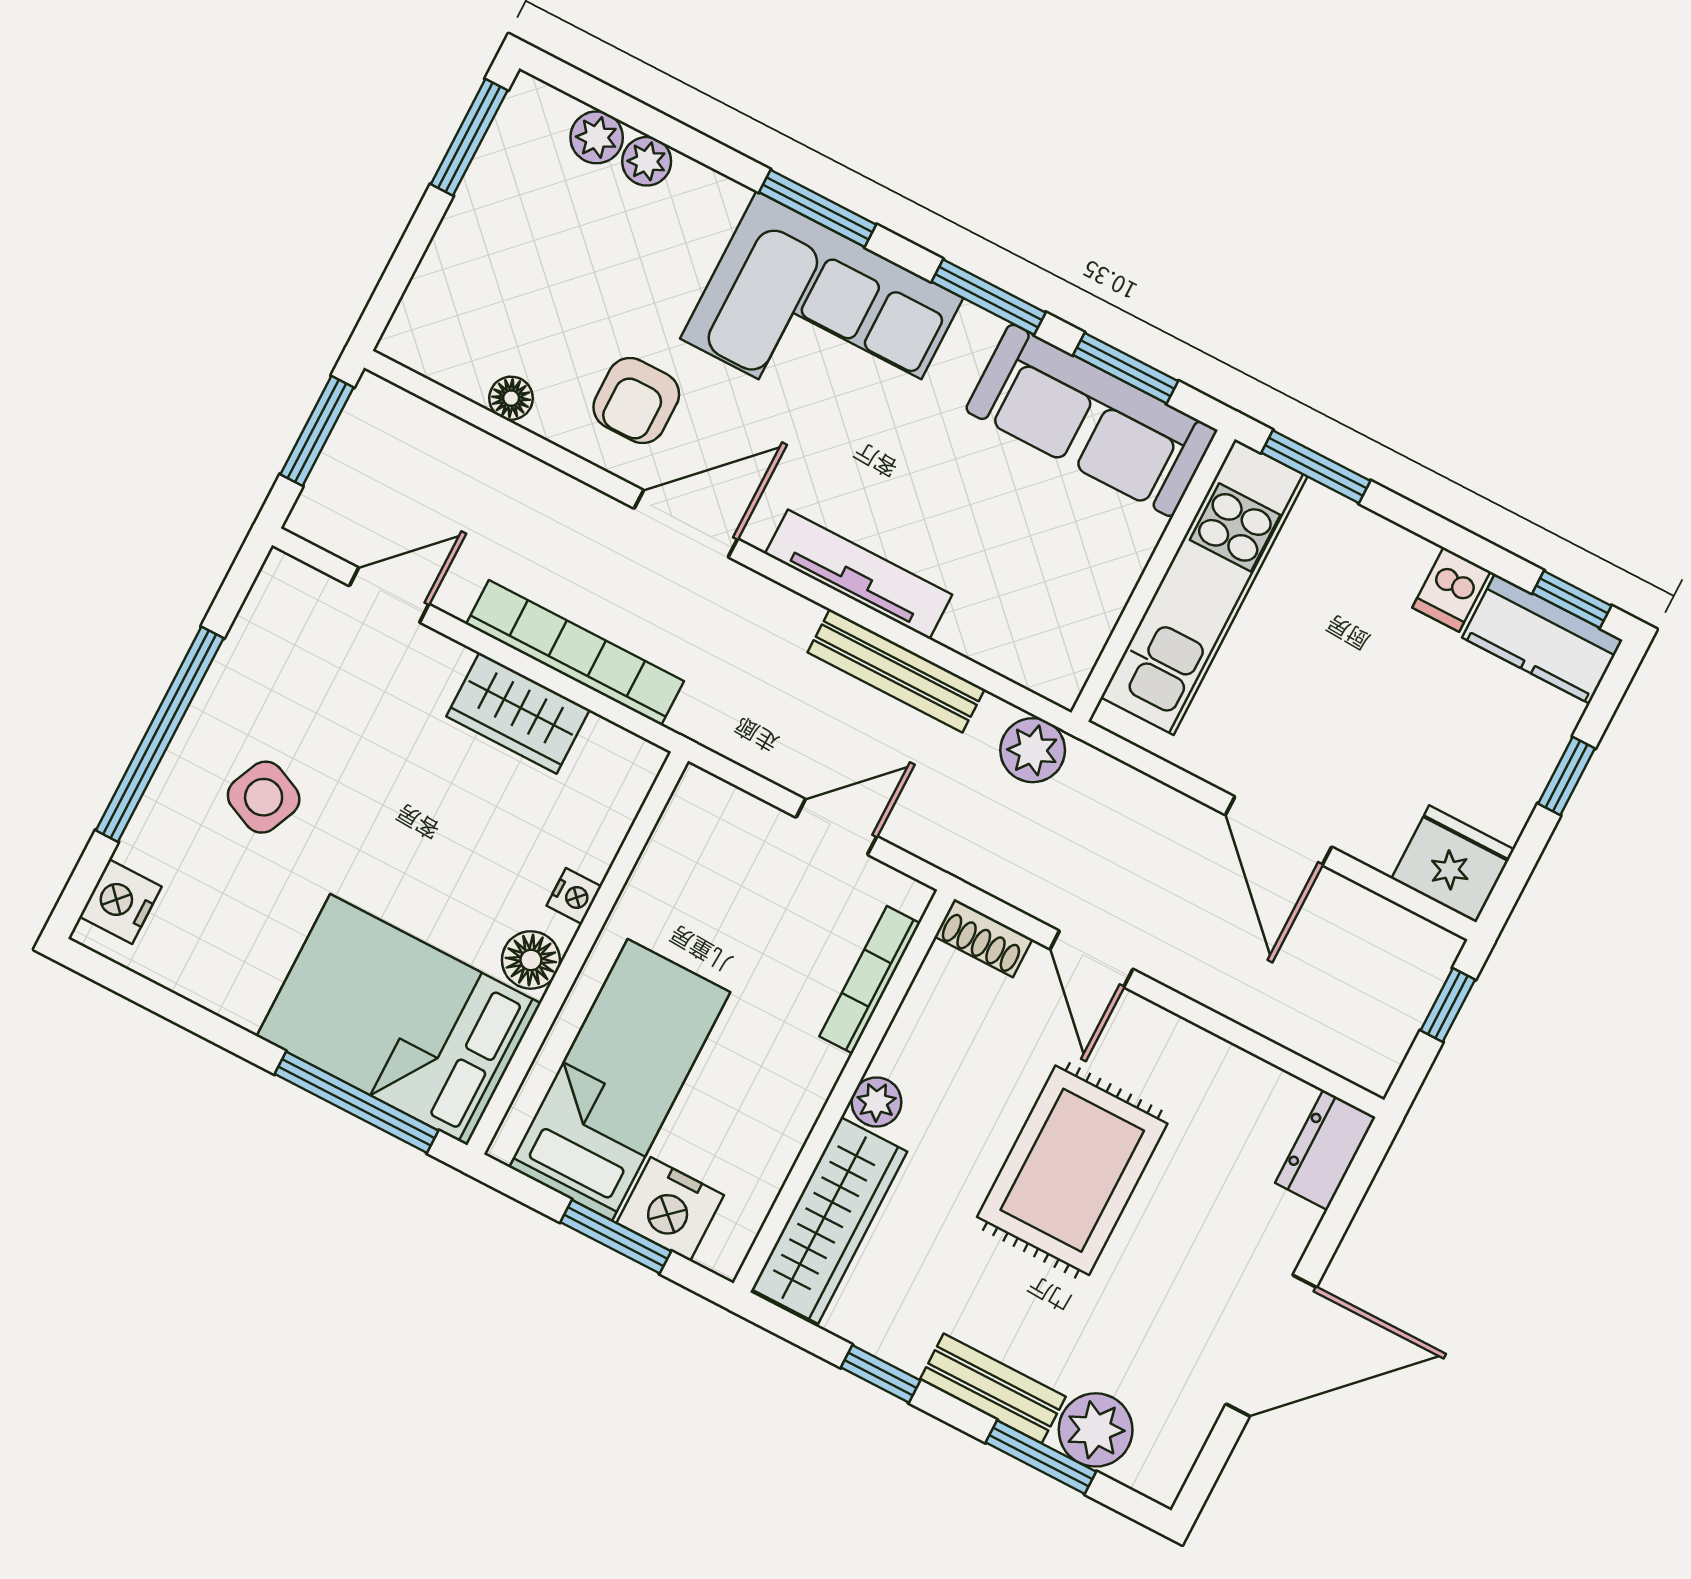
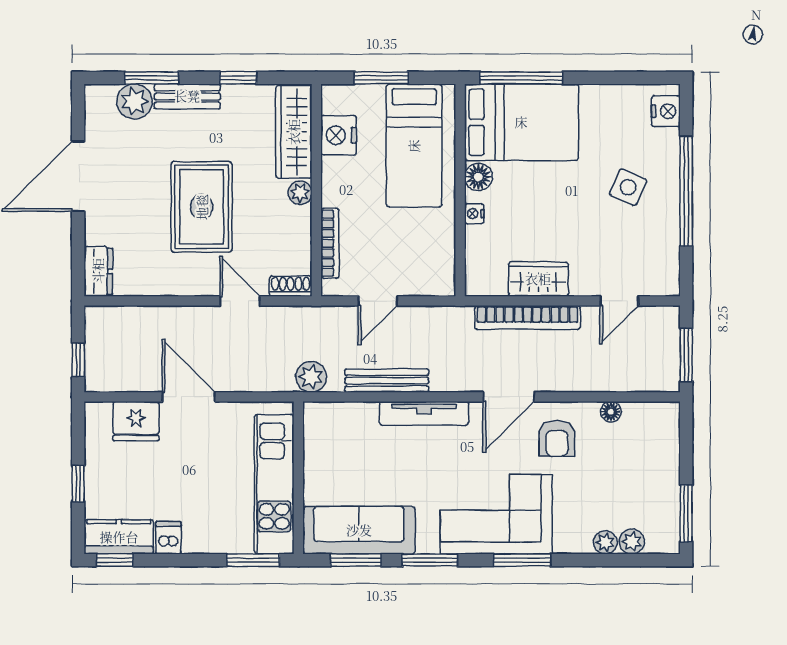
armchair: (636, 401) -> (557, 438), turned 180
fridge: (1453, 864) -> (136, 421), moved
nightstand: (670, 1209) -> (339, 135), moved, turned -90

